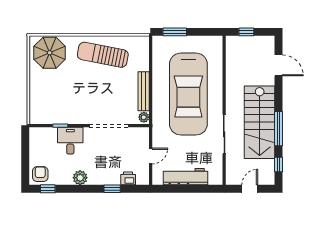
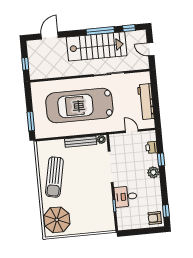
car: (188, 94) -> (79, 106), turned 180
plant: (80, 178) -> (153, 172), moved

